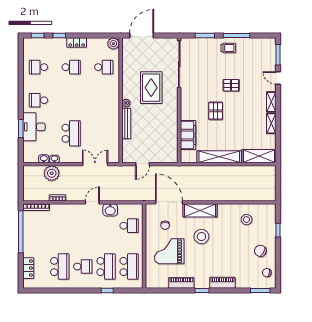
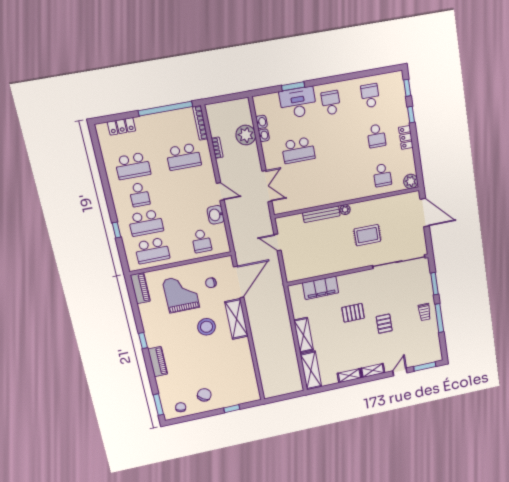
rug: (151, 88) -> (367, 235), width x0.73, depth x0.70
shelving: (219, 157) -> (304, 335), width x0.68
stool: (247, 220) -> (237, 372), removed
school desk: (60, 226) -> (184, 157), added
piano: (181, 283) -> (140, 288), moved

